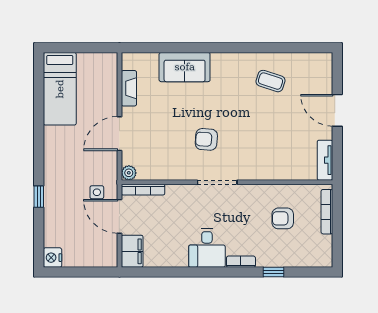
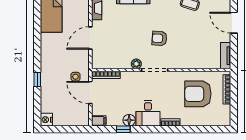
armchair: (206, 139) -> (159, 38), moved
plant: (129, 173) -> (136, 64), moved
armchair: (283, 218) -> (198, 94), width x1.88, depth x1.88
filing cabinet: (132, 251) -> (99, 121), width x0.50
floor lamp: (178, 258) -> (129, 120), added
window: (274, 272) -> (123, 129), moved

